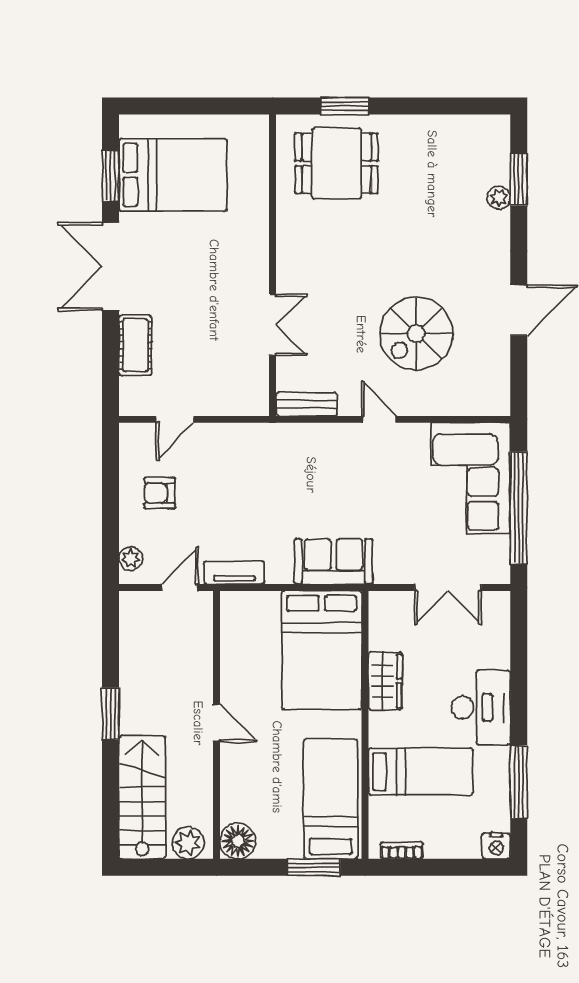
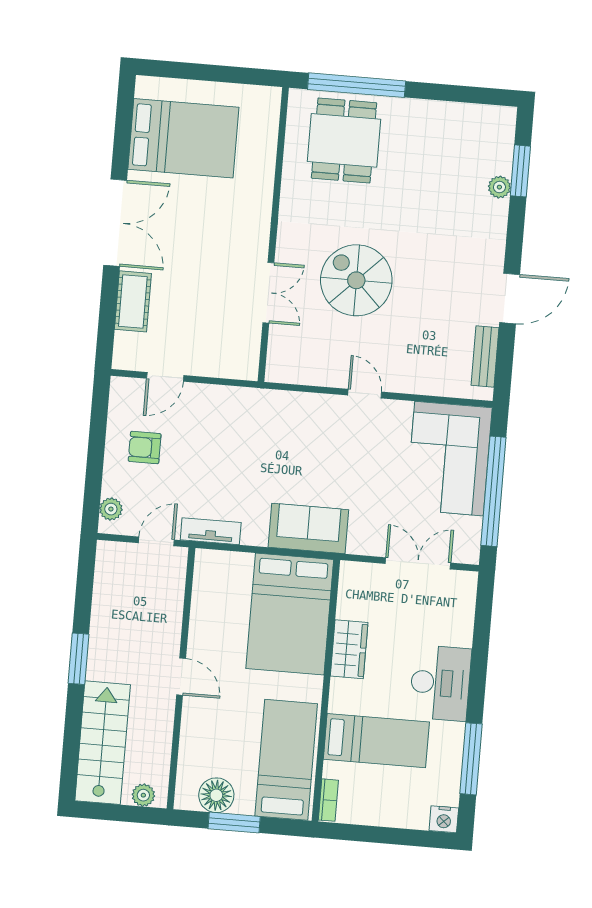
window: (345, 106) -> (357, 85), width x2.11
dining table: (337, 163) -> (344, 140), turned 90
window: (111, 176) -> (123, 134), removed
double door: (111, 267) -> (115, 223), swing flipped
spiral stairs: (416, 333) -> (356, 280), moved, turned 90
bench: (307, 404) -> (485, 357), moved, turned 90
double door: (448, 588) -> (418, 563), swing flipped
floor lamp: (238, 841) -> (216, 795), moved
plant: (188, 843) -> (143, 795), width x0.73, depth x0.73
bookcase: (402, 850) -> (328, 800), moved, turned 90
window: (314, 867) -> (234, 823), moved

